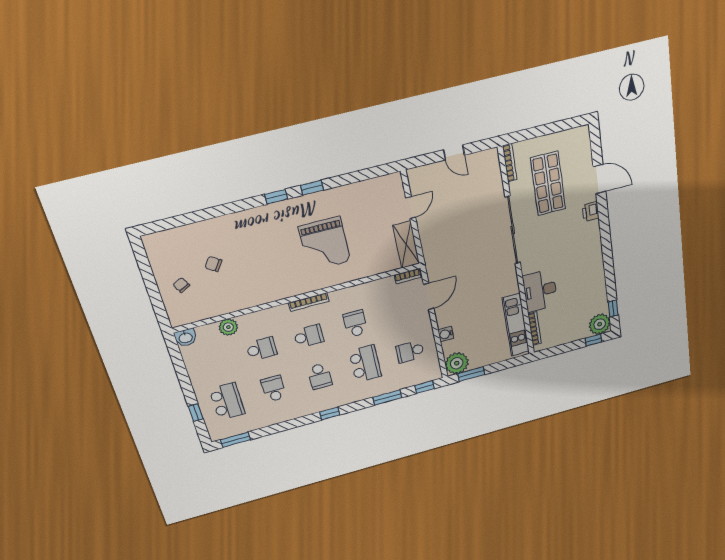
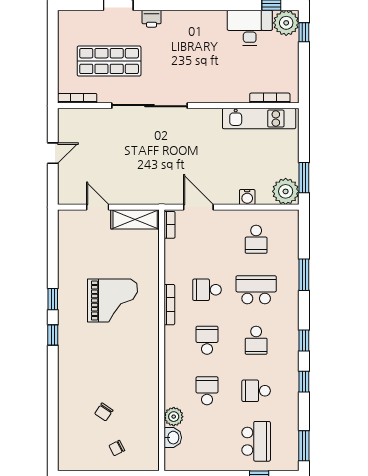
desk: (540, 291) -> (250, 28), moved, turned 180
bookcase: (309, 302) -> (169, 305), moved
washbasin: (186, 338) -> (173, 438), moved
school desk: (320, 376) -> (256, 340), turned 90
window: (425, 387) -> (304, 382), moved
school desk: (227, 401) -> (256, 441), turned 90

